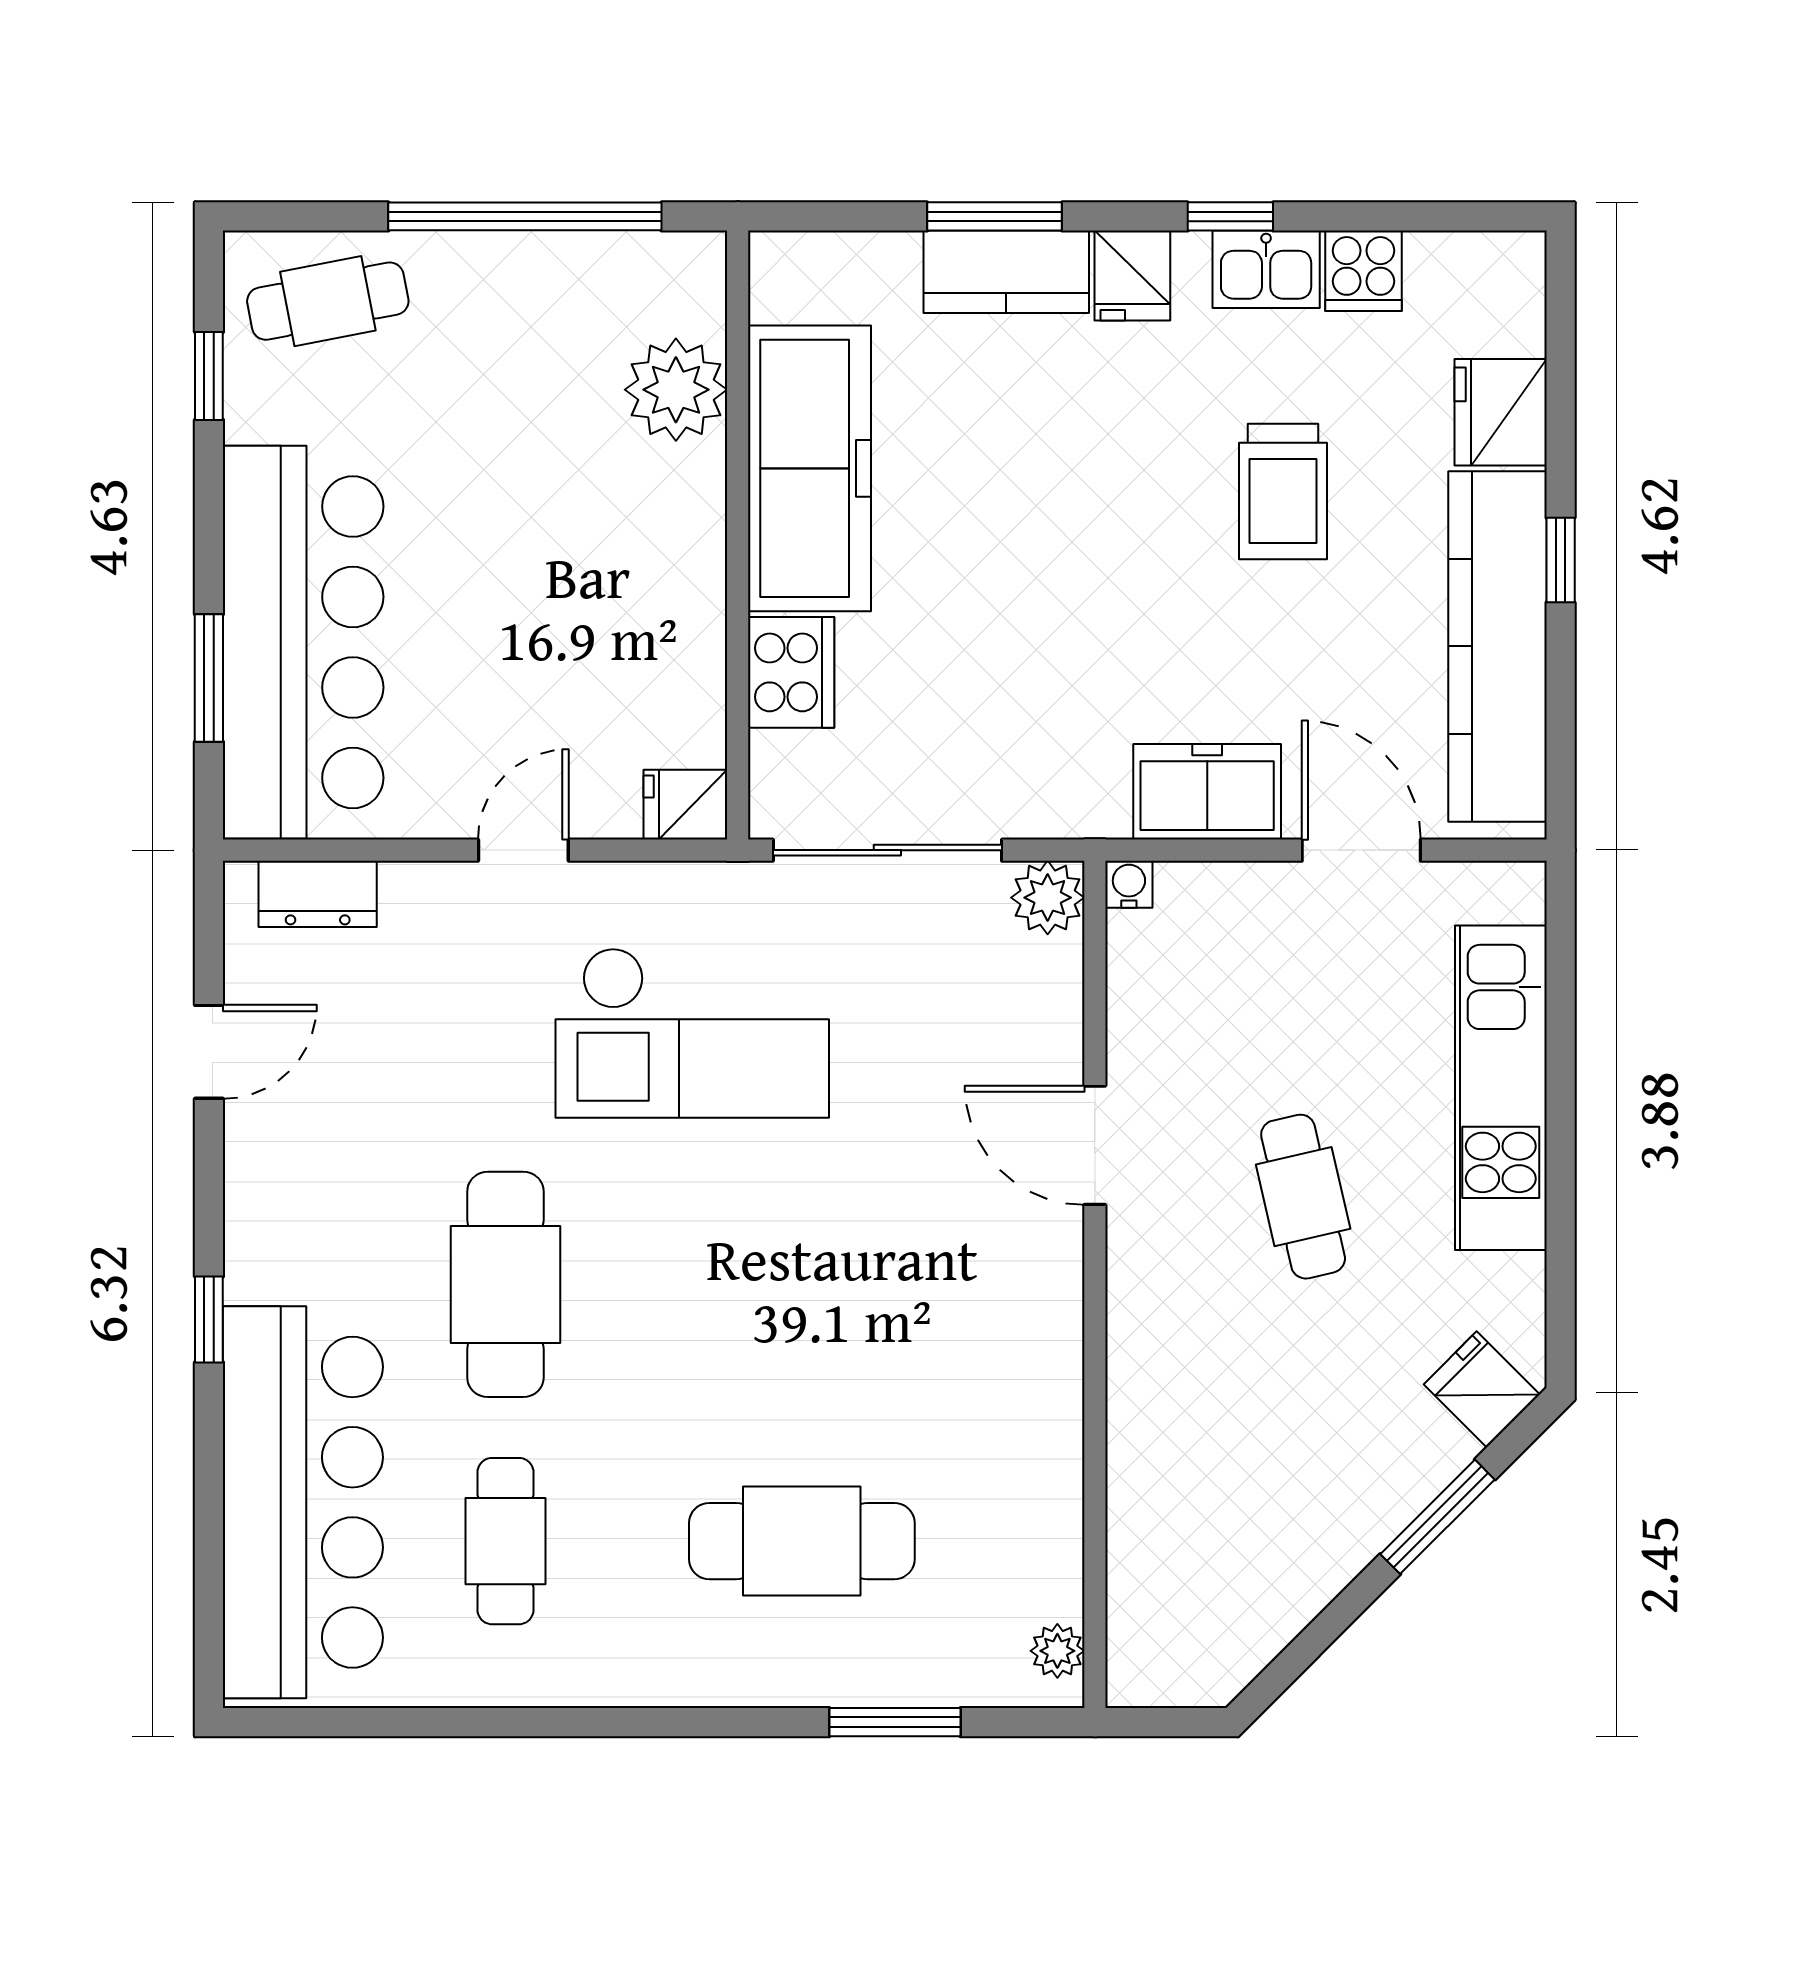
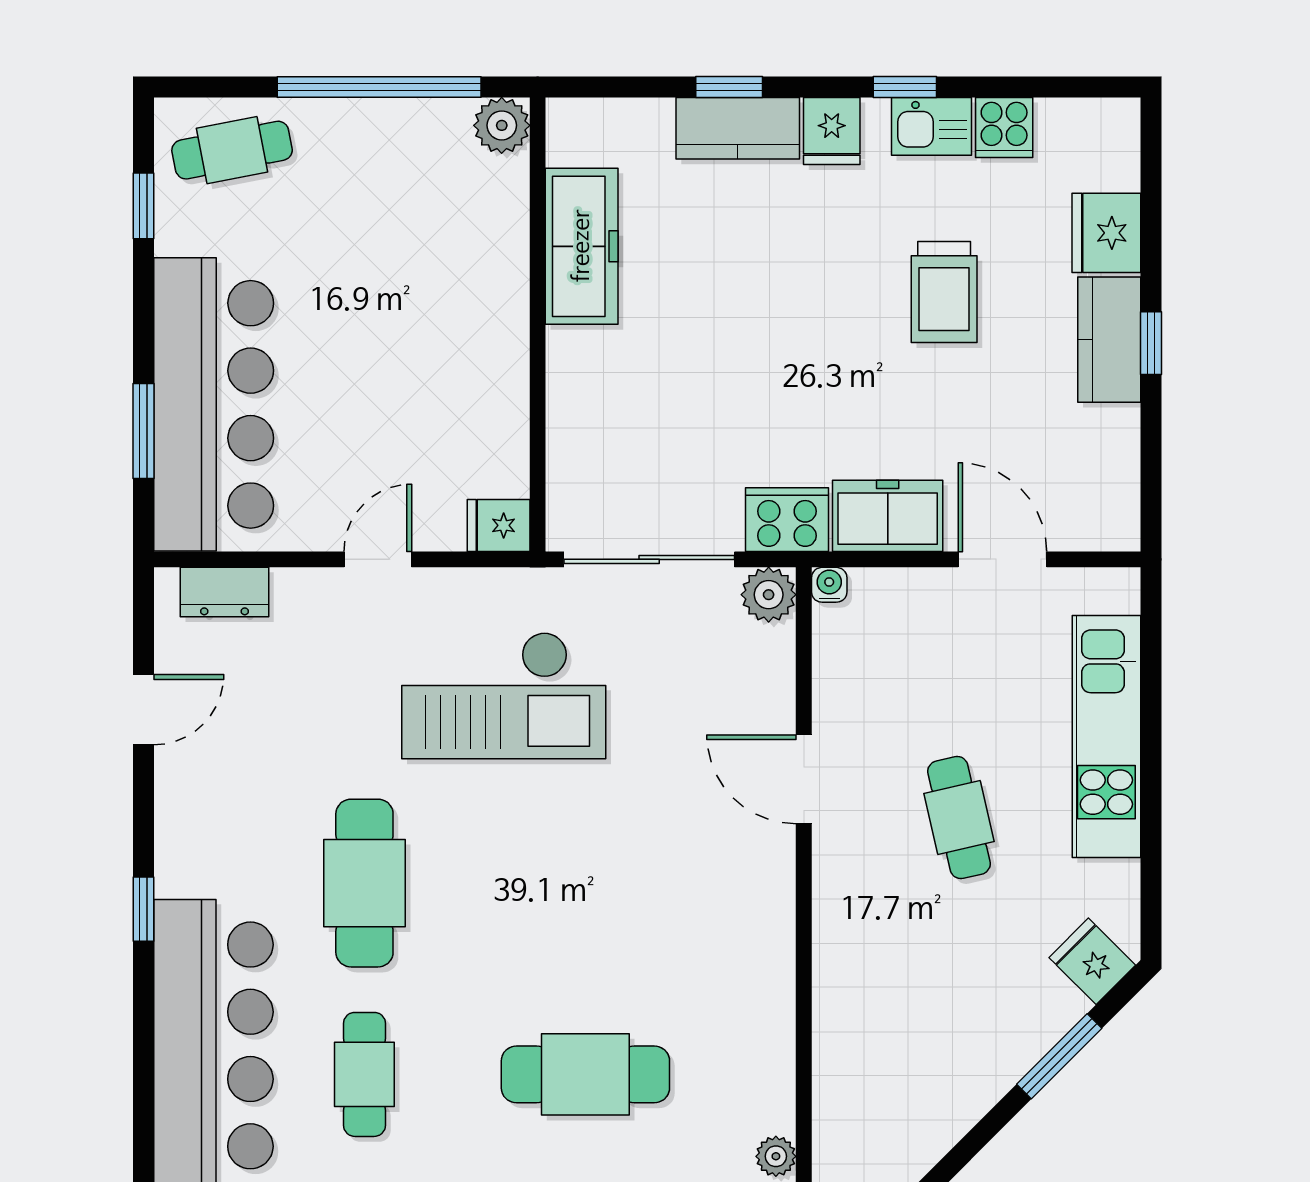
window: (995, 216) -> (729, 87), width x0.67
plant: (676, 390) -> (502, 125), moved, width x0.73, depth x0.73
freezer: (810, 468) -> (582, 246), width x0.73, depth x0.79
kitchen counter: (1497, 646) -> (1109, 340), width x0.48, depth x0.86
cooker: (791, 672) -> (787, 520), moved, turned -90

